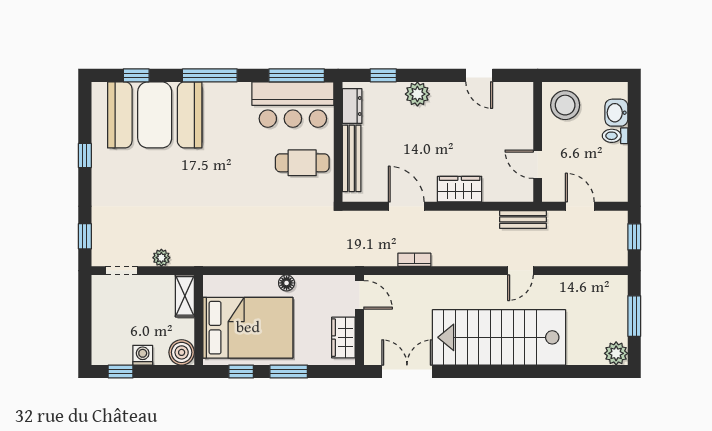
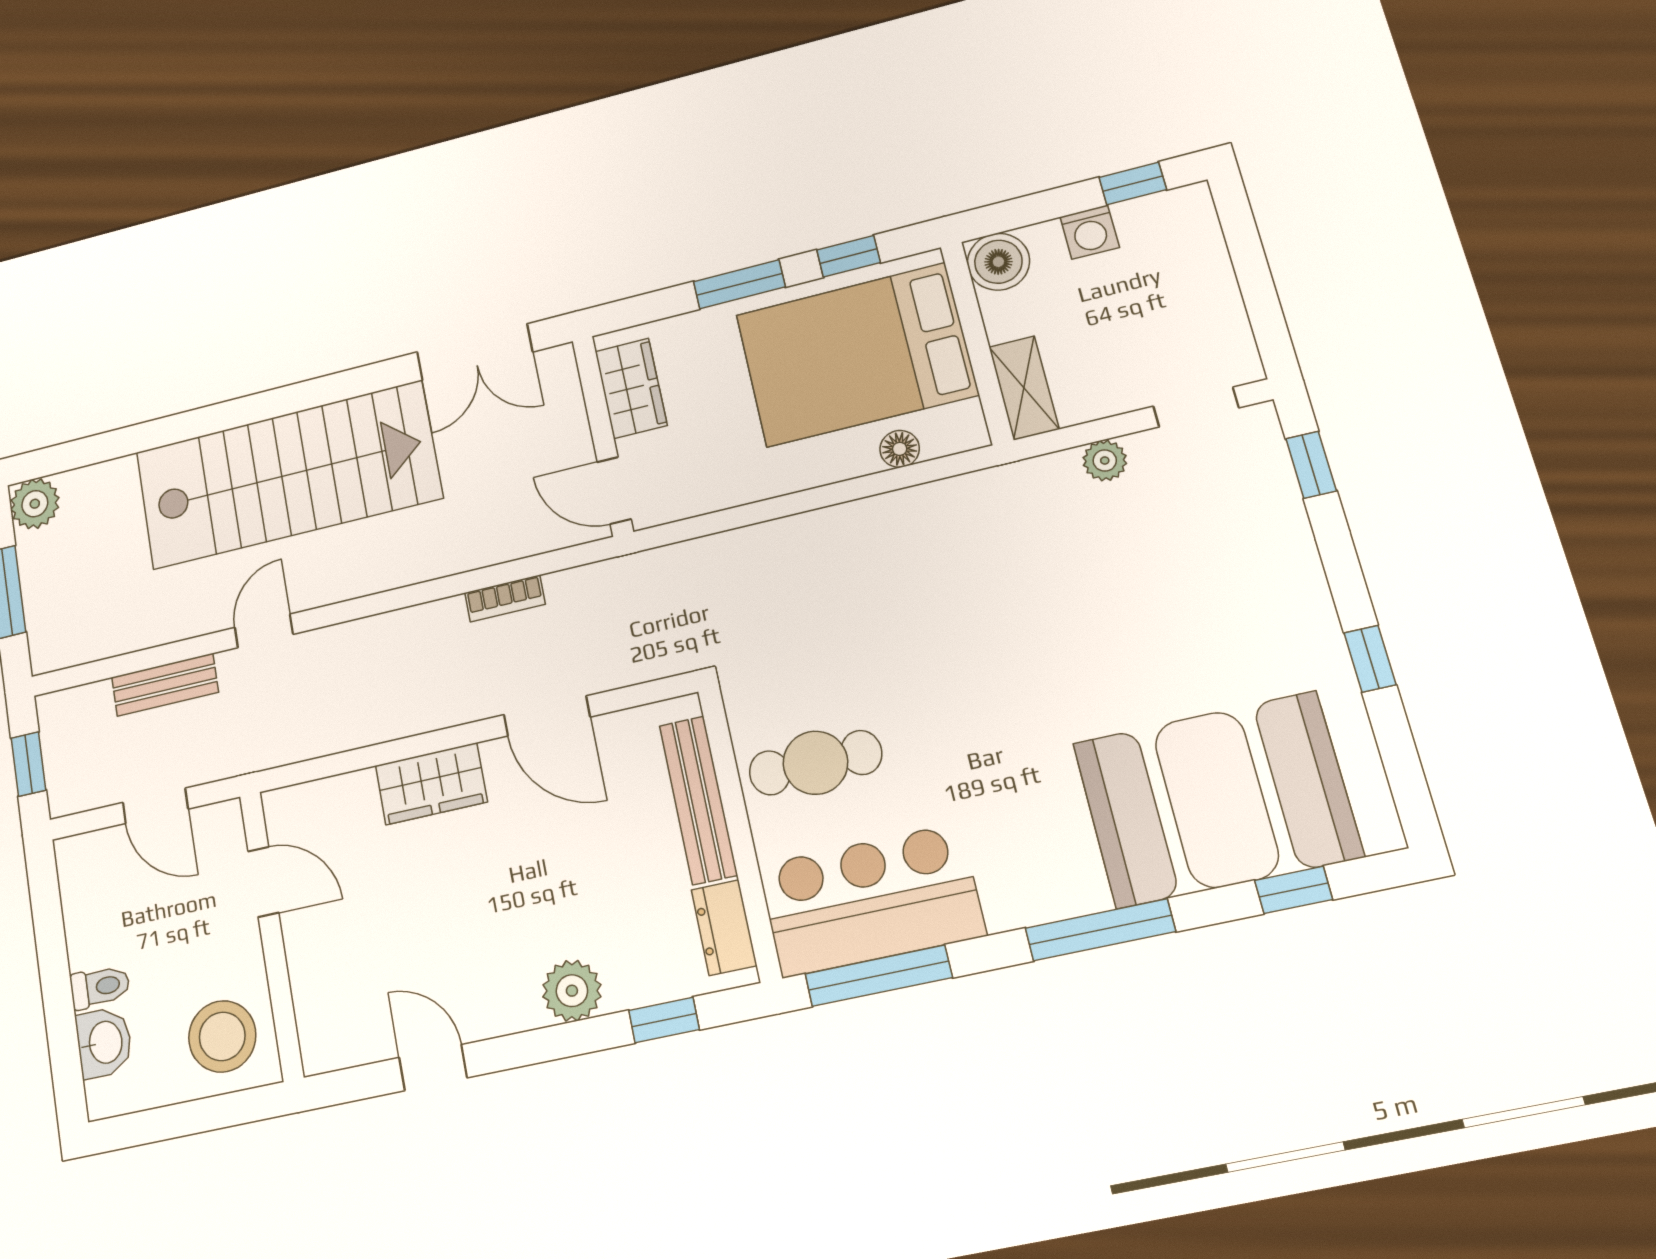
bench: (523, 219) -> (165, 685), moved
floor lamp: (287, 283) -> (900, 449), moved

